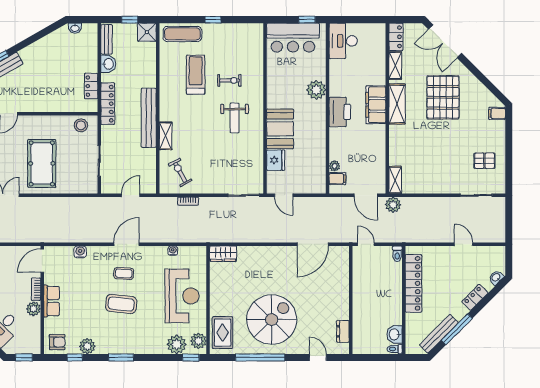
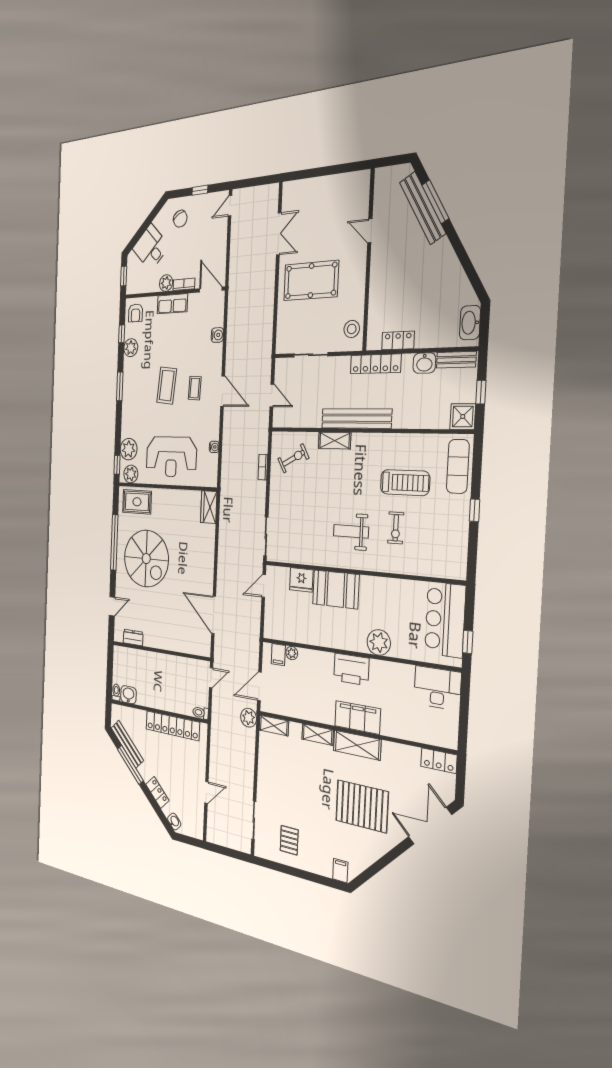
washbasin: (75, 28) -> (470, 323), width x1.91, depth x1.45
shelving: (395, 66) -> (318, 735), moved

